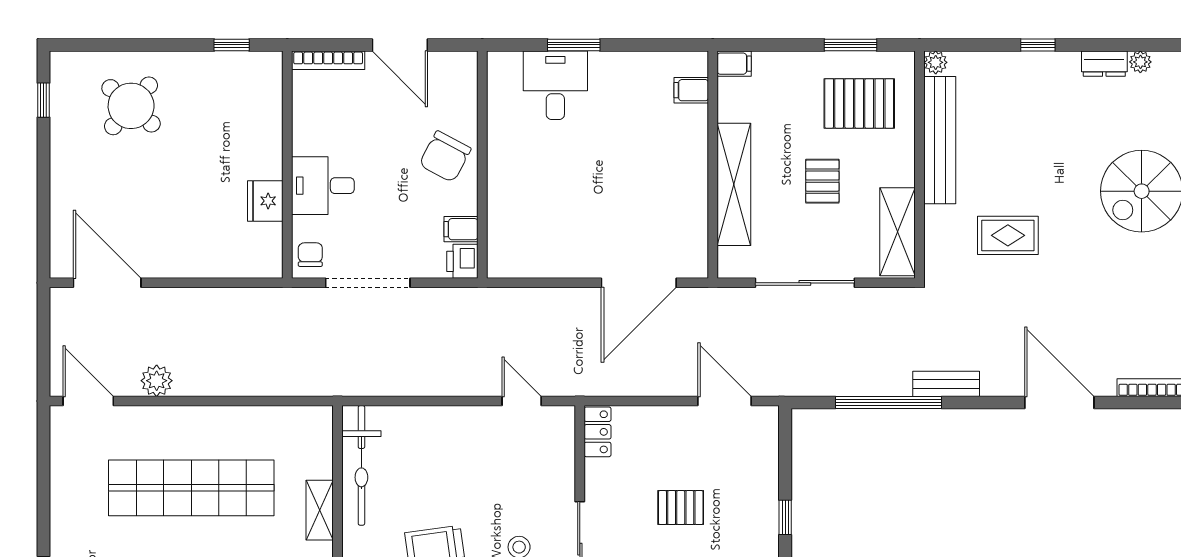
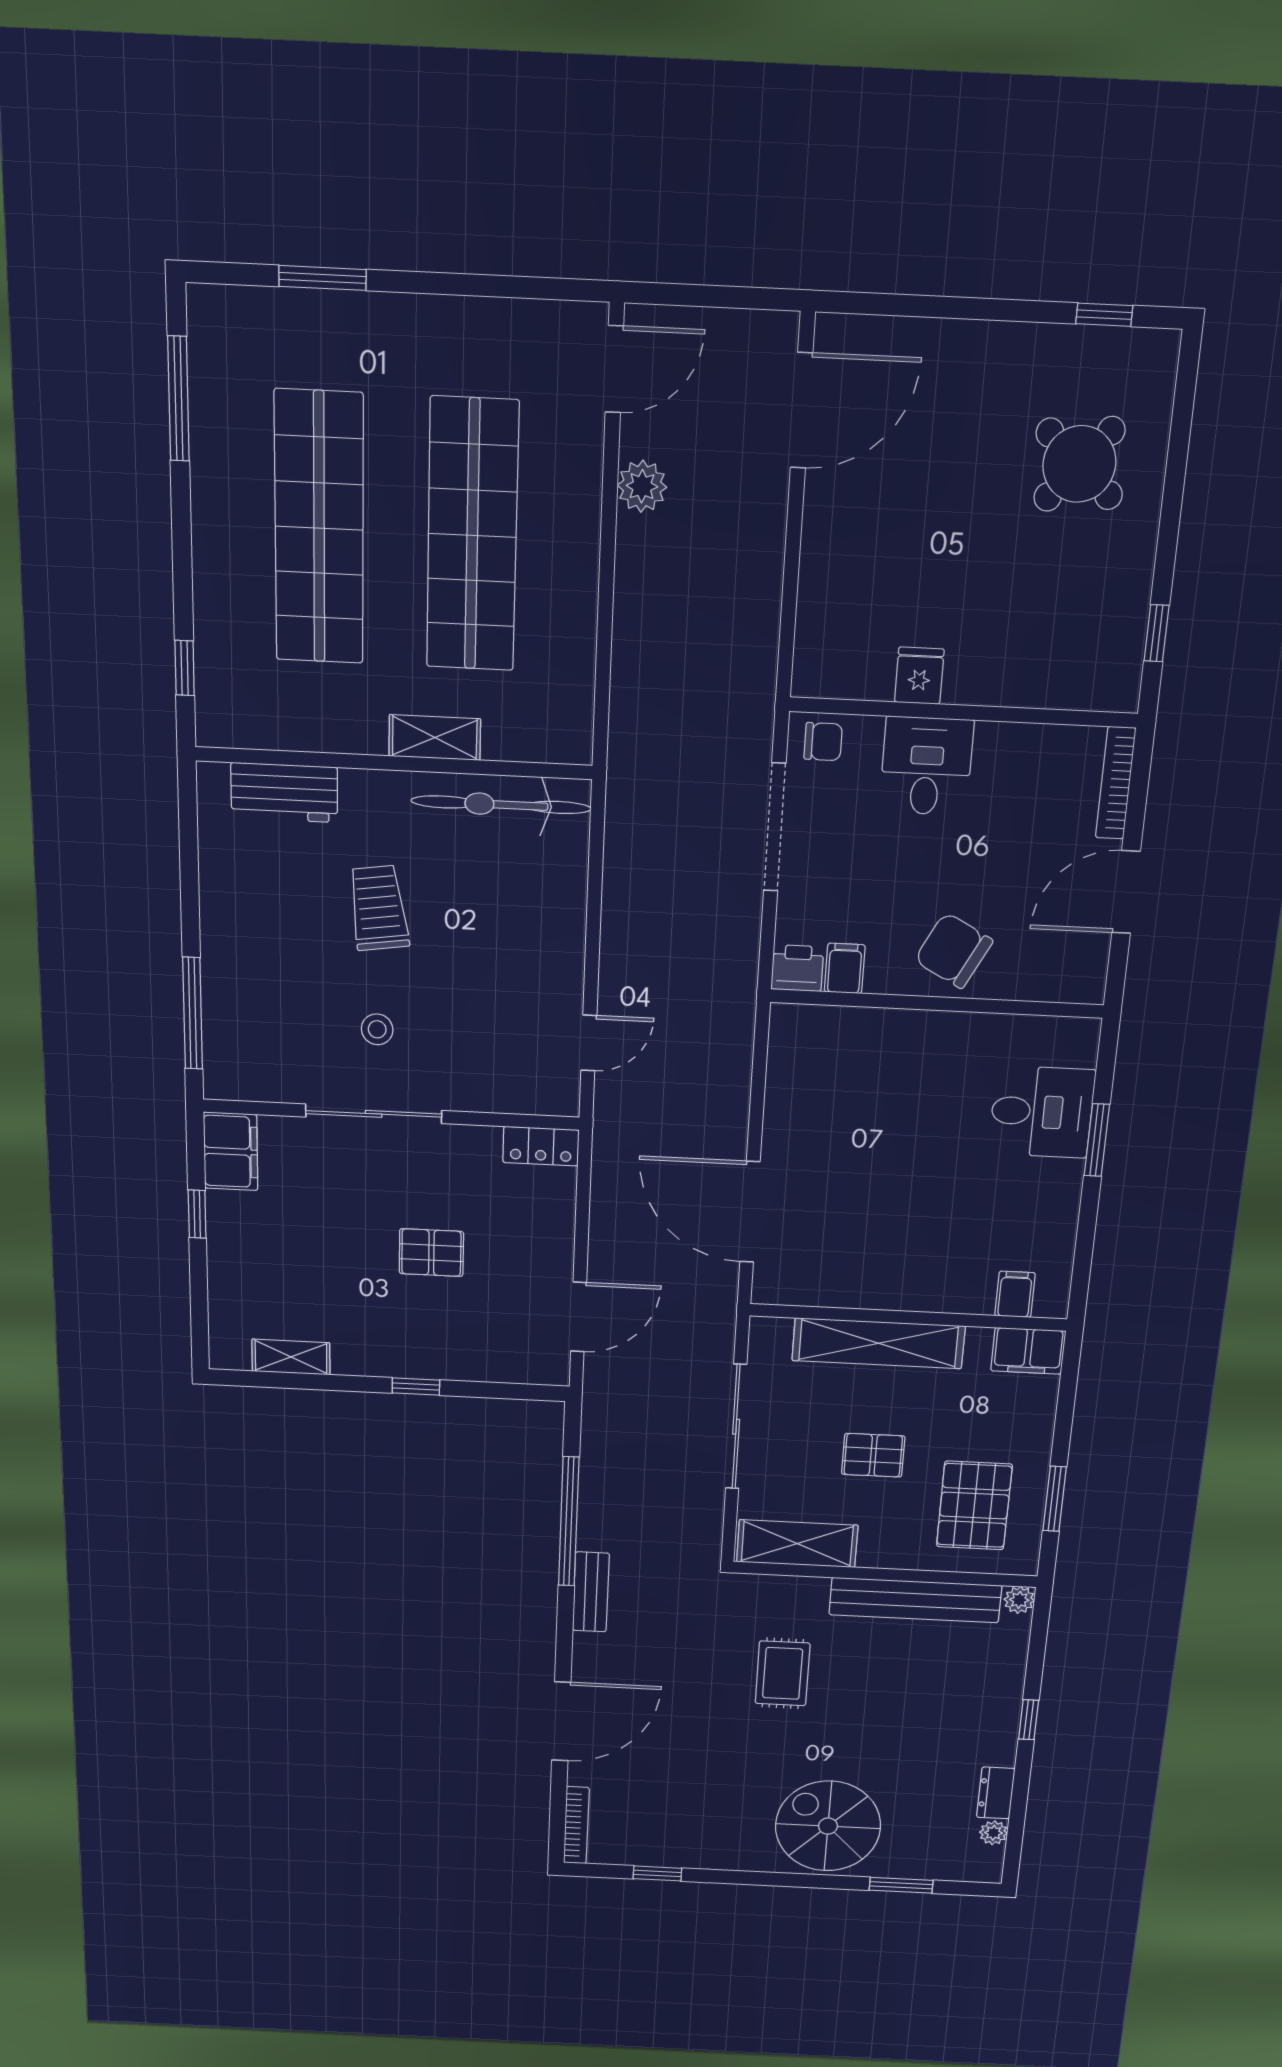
filing cabinet: (734, 64) -> (1028, 1351), width x2.00
fridge: (265, 201) -> (919, 676), width x0.72
pallet: (681, 508) -> (431, 1253), turned 90

